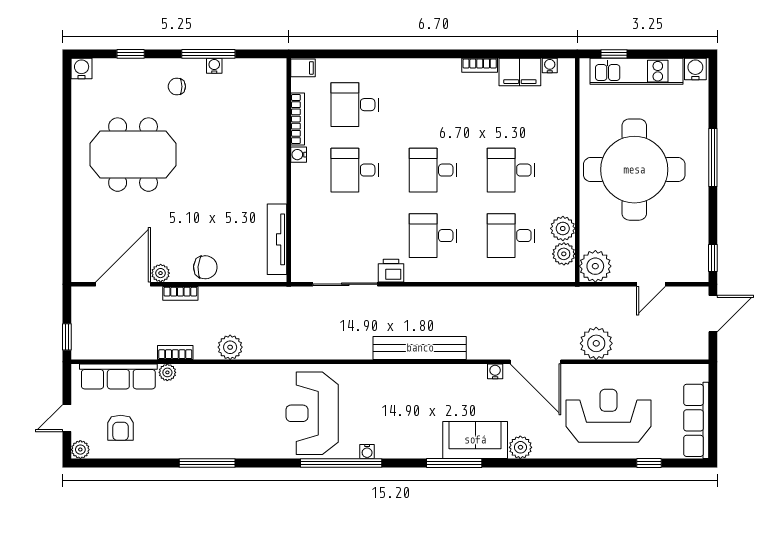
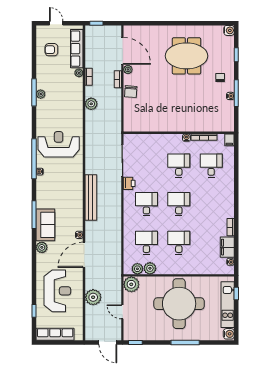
meeting table: (133, 155) -> (186, 56), turned 90
tv unit: (277, 239) -> (145, 127), removed
plant: (596, 343) -> (93, 297), moved
plant: (80, 450) -> (41, 94), moved

